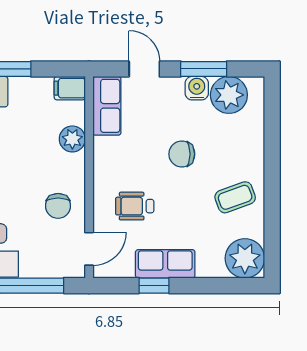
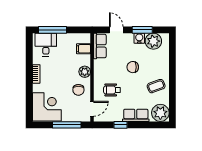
filing cabinet: (70, 88) -> (84, 49), moved
plant: (72, 139) -> (85, 72), moved
row of seats: (165, 264) -> (136, 115), moved

